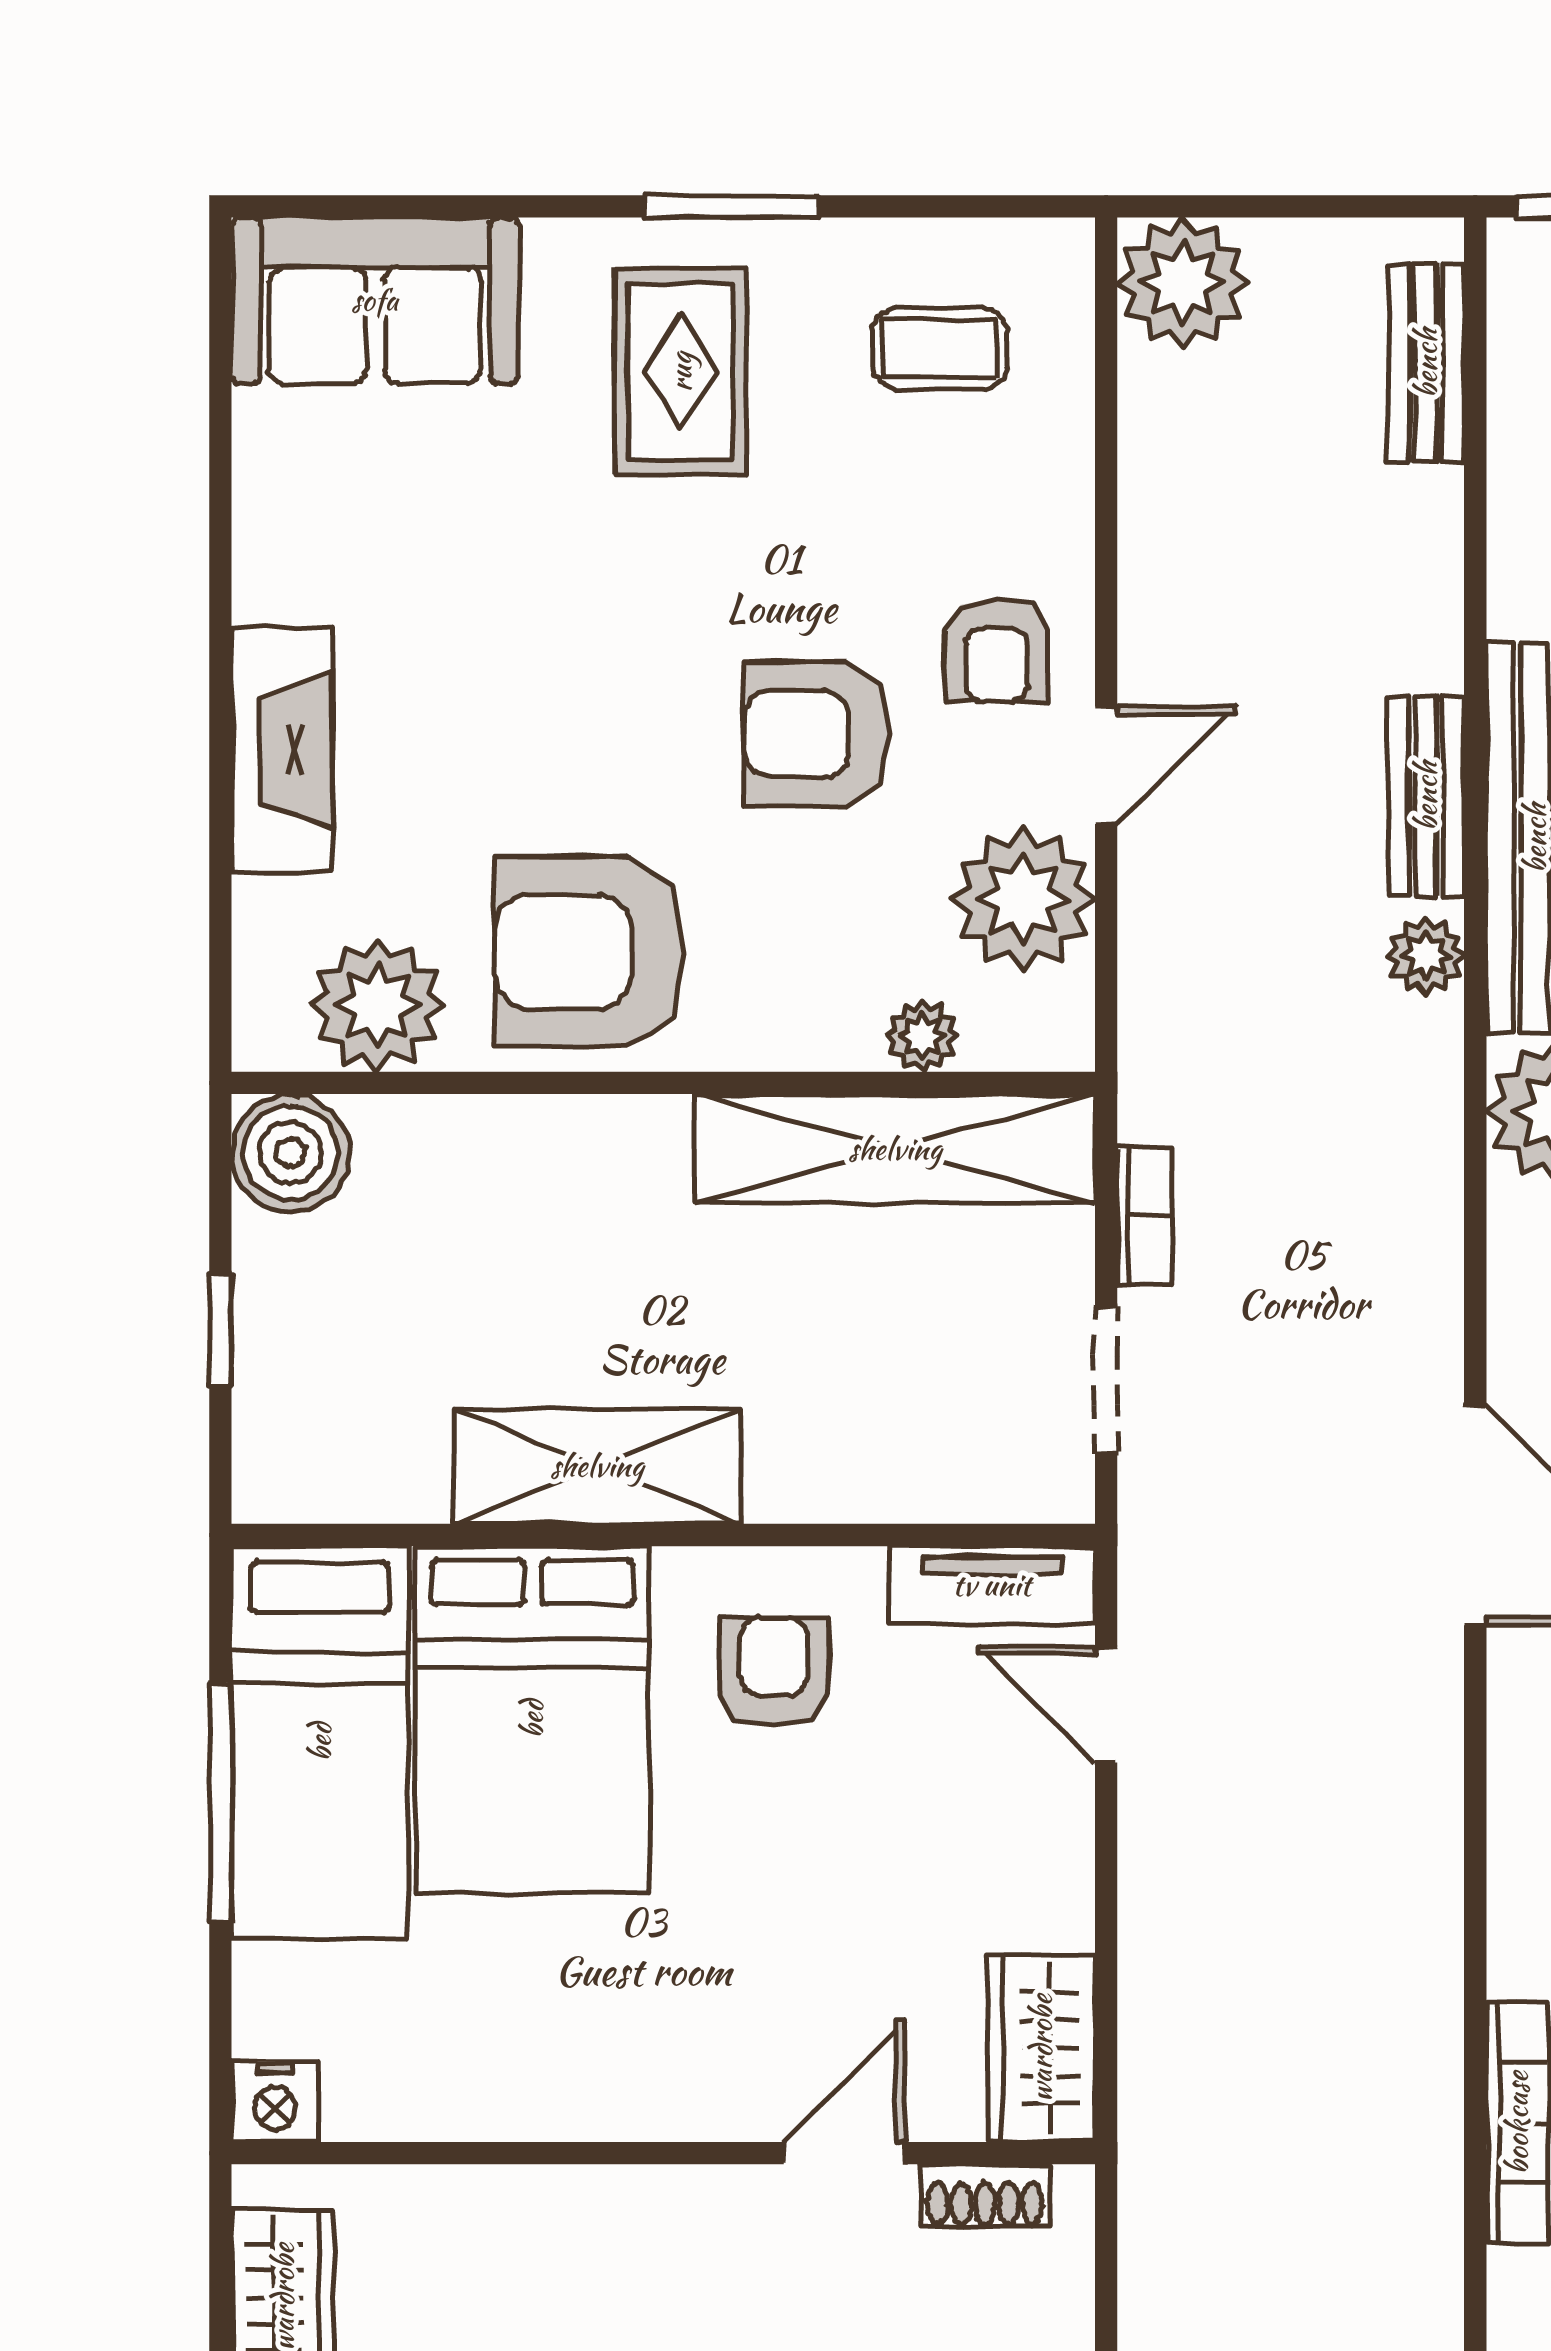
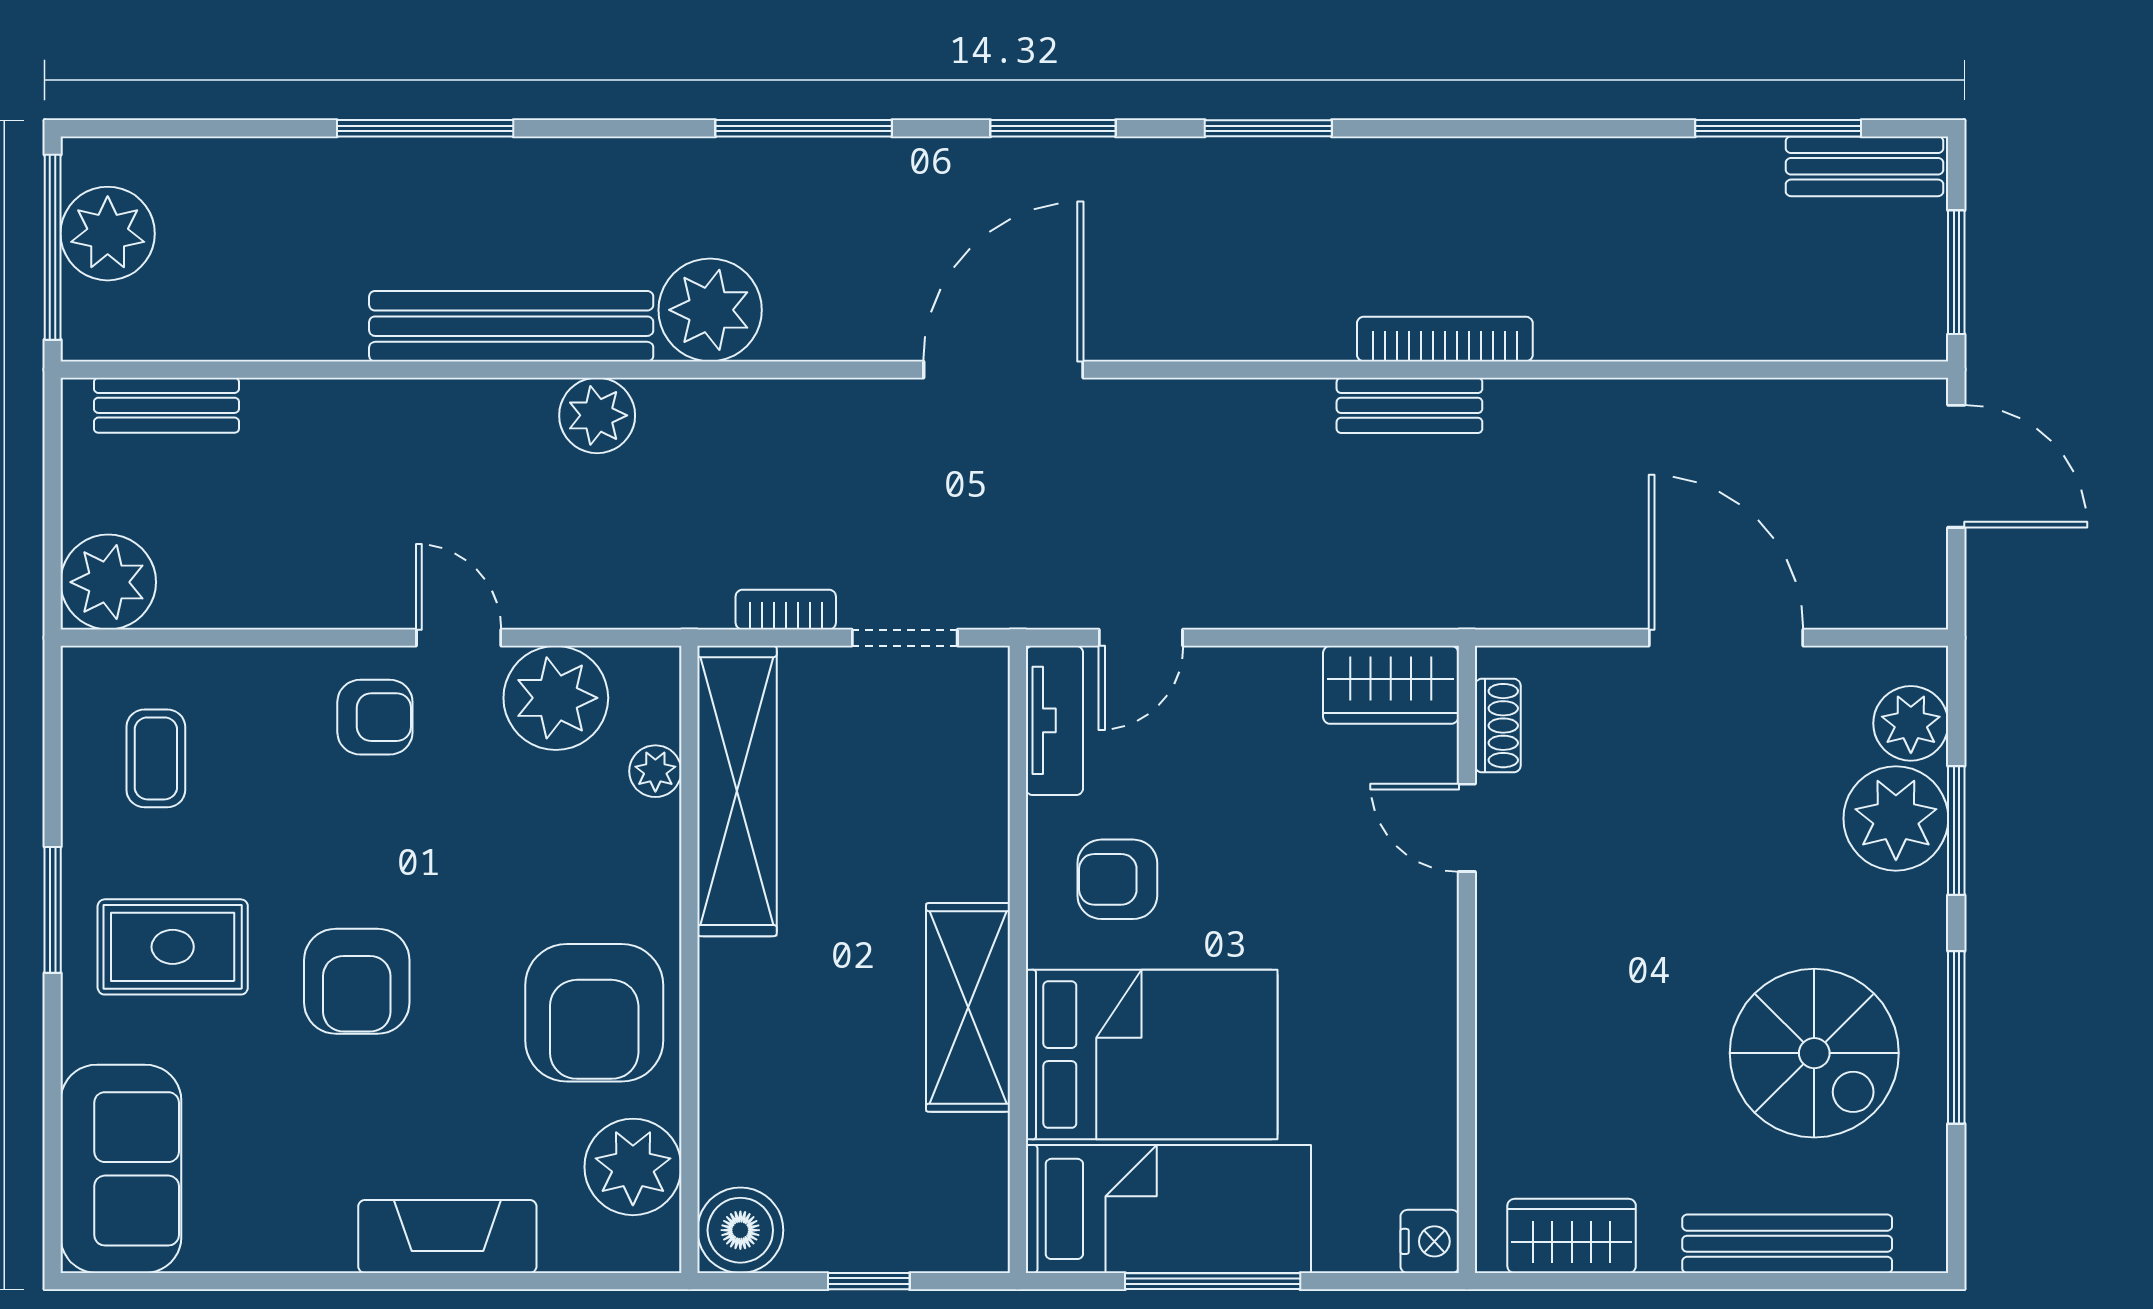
armchair: (817, 734) -> (357, 981), moved
bench: (1426, 796) -> (1409, 405), moved
plant: (1426, 956) -> (597, 415), width x1.38, depth x1.38

